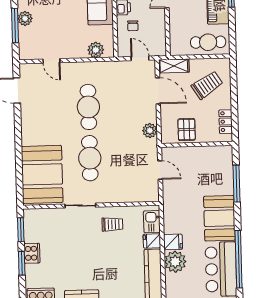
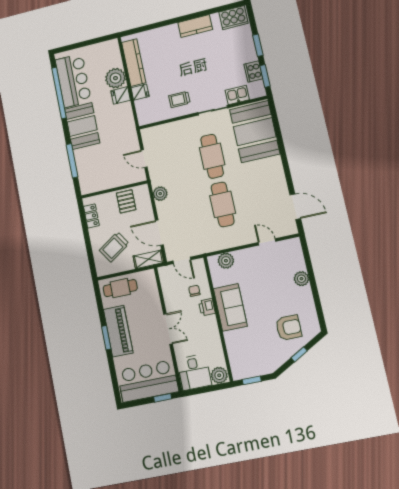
window: (15, 25) -> (310, 270), removed
kitchen sink: (152, 222) -> (237, 95), moved, turned -90
cooker: (32, 253) -> (253, 71), moved

